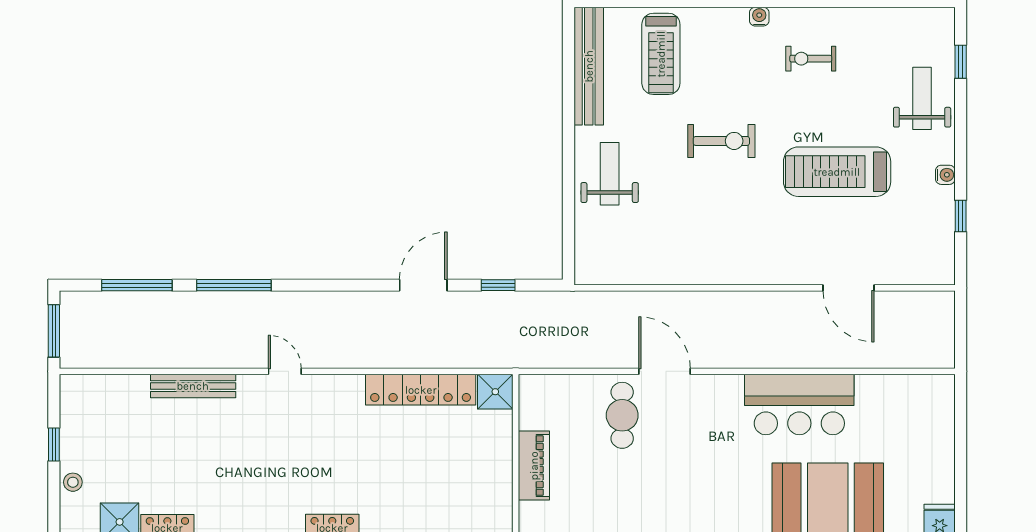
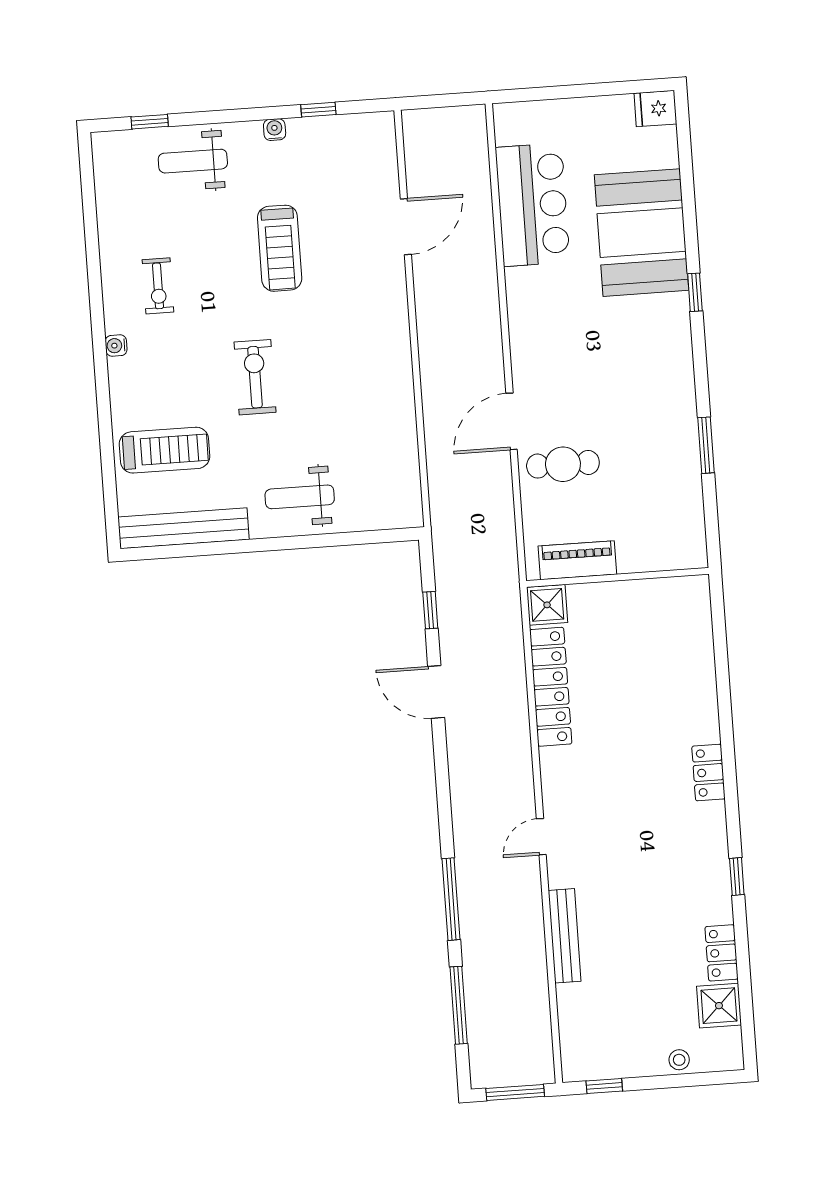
treadmill: (837, 172) -> (280, 248), width x0.73, depth x0.73
bar counter: (799, 405) -> (532, 205), moved
window: (54, 445) -> (604, 1086), moved
piano: (534, 466) -> (577, 560), moved

